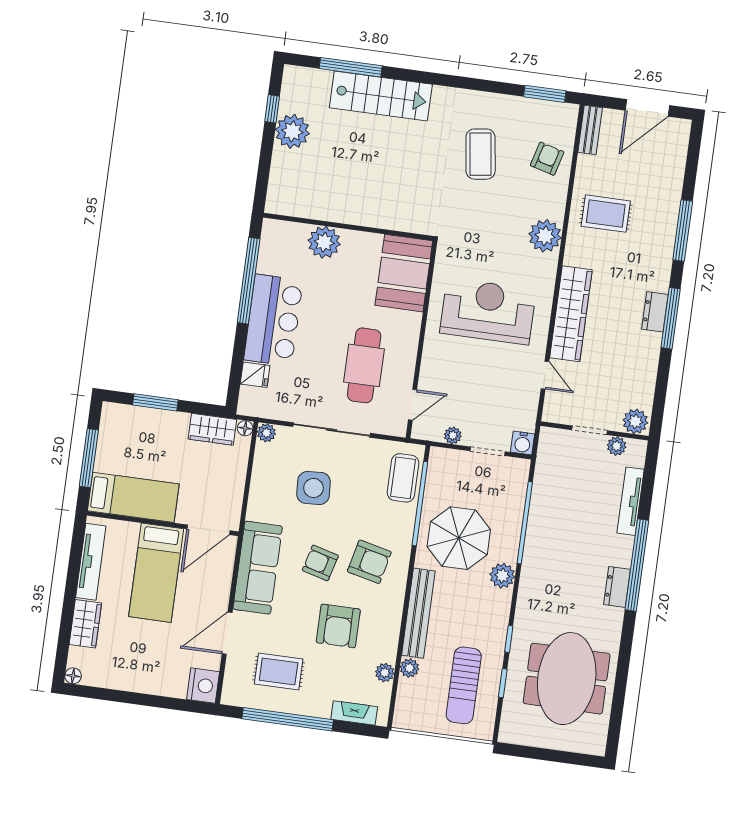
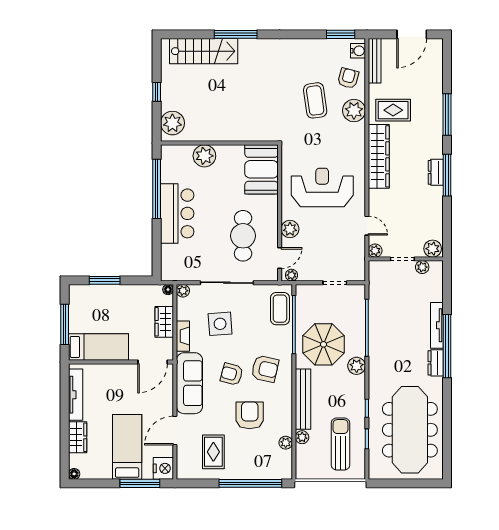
window: (351, 67) -> (236, 34), moved
stairs: (381, 96) -> (204, 51), moved
window: (272, 109) -> (157, 92), moved
bench: (590, 130) -> (375, 61), width x1.36
plant: (292, 131) -> (172, 123), moved
coffee table: (481, 154) -> (315, 100), moved
plant: (545, 236) -> (354, 111), moved
wardrobe: (571, 314) -> (379, 156), moved
plant: (433, 365) -> (290, 229), added
fridge: (255, 375) -> (170, 252), removed
plant: (552, 413) -> (375, 251), added
wardrobe: (212, 429) -> (164, 322), moved, turned 90
plant: (453, 435) -> (292, 275), moved
water cooler: (523, 443) -> (358, 51), moved, turned -90
tv unit: (631, 501) -> (437, 325), moved
bed: (156, 573) -> (127, 447), moved, turned 180
armchair: (338, 626) -> (250, 415), turned 180
rug: (279, 671) -> (213, 452), turned 90
meeting table: (567, 679) -> (410, 430), width x1.36
sun lounger: (464, 685) -> (341, 444), turned 180
window: (166, 703) -> (140, 483), added
fireplace: (354, 713) -> (183, 336), moved, turned 90
window: (288, 719) -> (250, 483), moved

